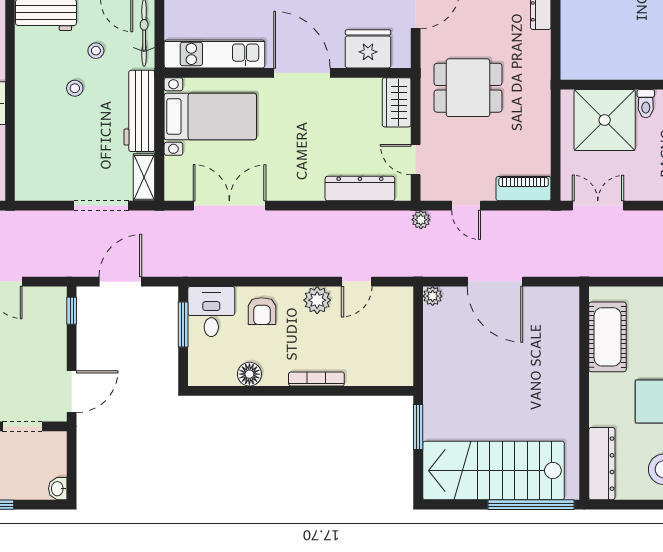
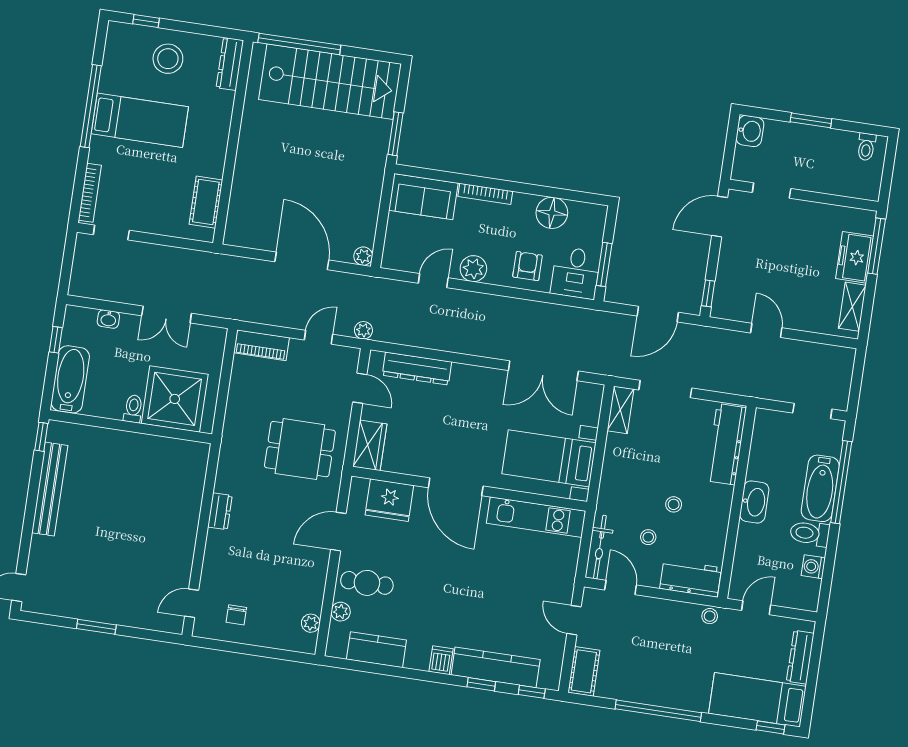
workbench: (139, 111) -> (726, 444), moved, turned 180
door: (466, 206) -> (319, 337), hinge flipped
double door: (598, 206) -> (167, 314), moved
cot: (608, 337) -> (206, 202), width x0.73, depth x0.75
sofa: (380, 367) -> (423, 197), added
floor lamp: (249, 374) -> (552, 213), width x1.38, depth x1.38
dresser: (602, 464) -> (230, 64), width x0.73, depth x0.80
washbasin: (58, 489) -> (750, 131), width x1.38, depth x1.45

